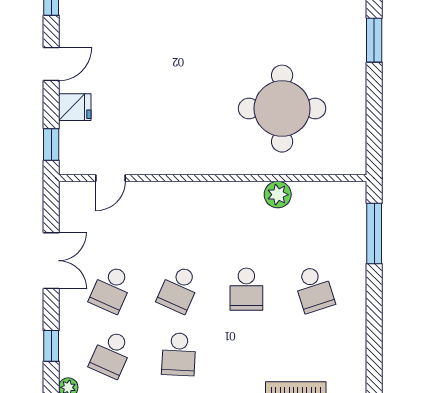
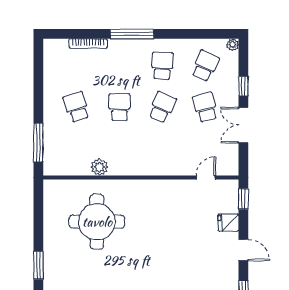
door: (51, 64) -> (243, 250), swing flipped
school desk: (111, 289) -> (205, 107), turned -39
window: (51, 346) -> (243, 86), moved

